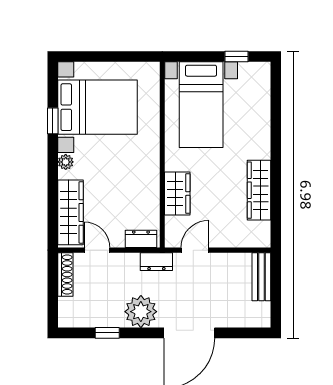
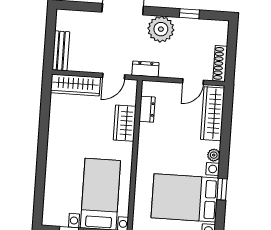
wardrobe: (259, 190) -> (75, 85), moved, turned 90
dresser: (141, 239) -> (147, 109), moved, turned -90
door: (97, 250) -> (193, 82), hinge flipped

